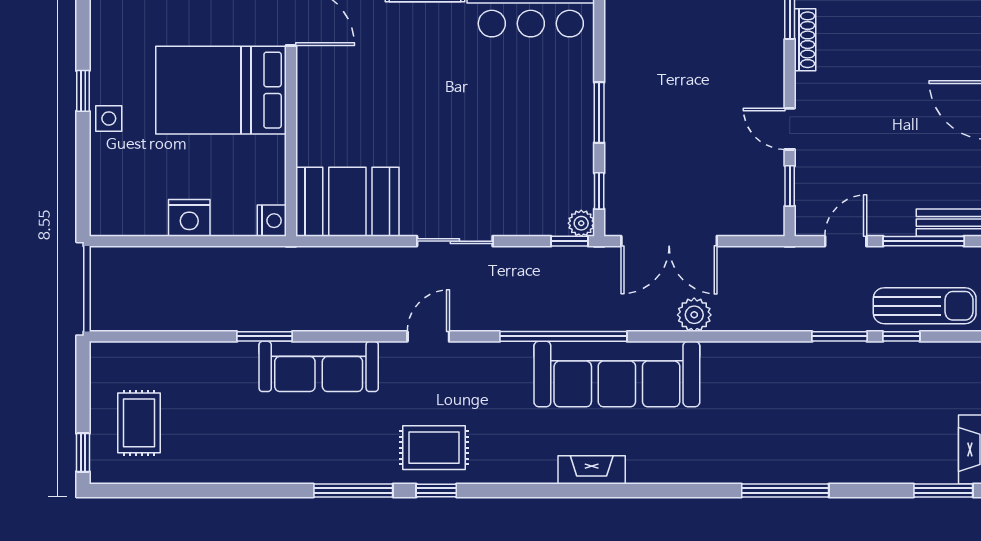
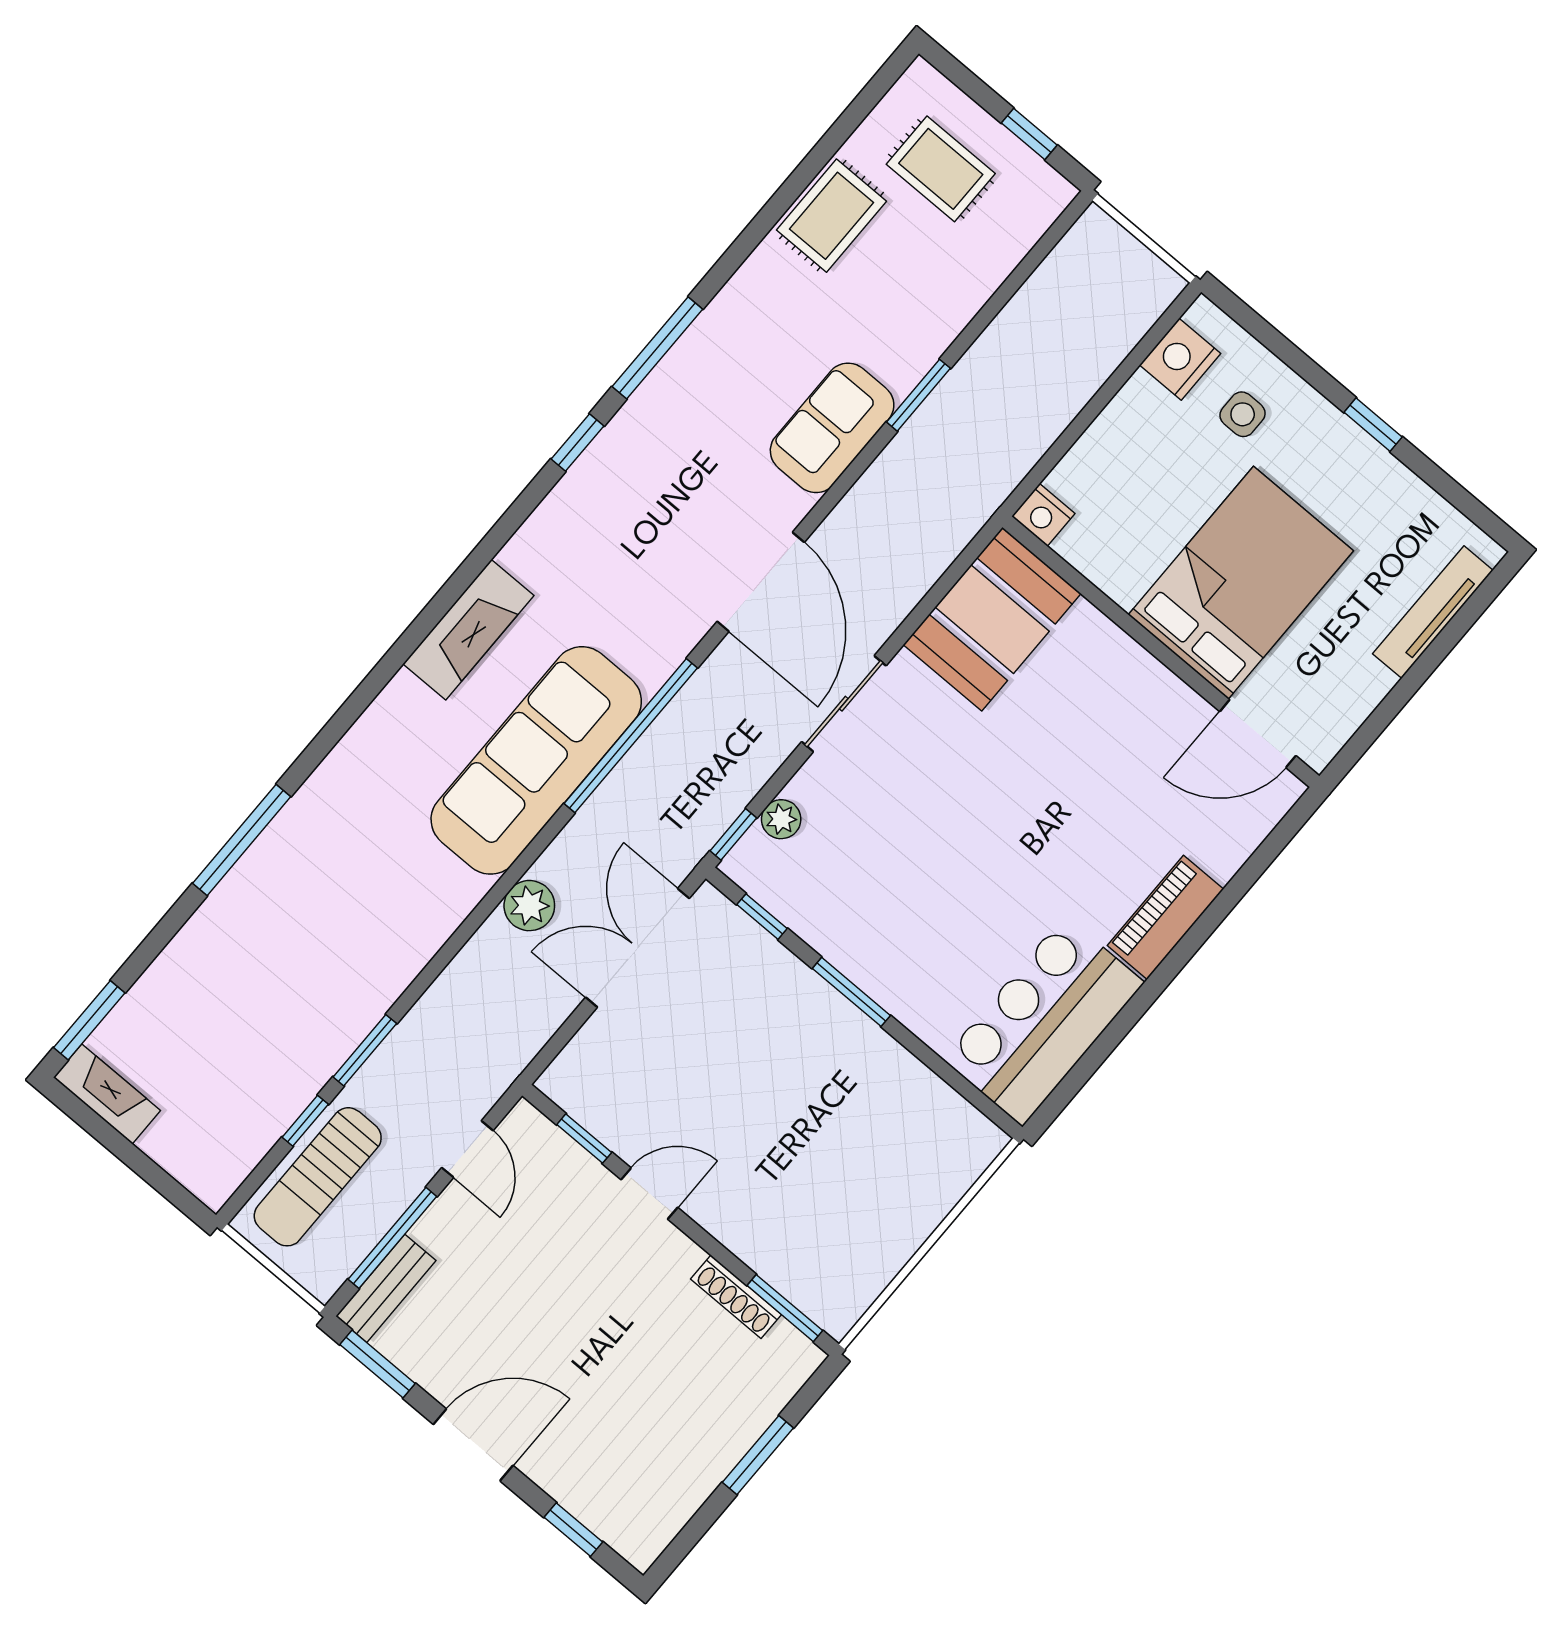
side table: (109, 118) -> (1243, 414), moved
nightstand: (189, 218) -> (1180, 359), moved
plant: (581, 223) -> (781, 819), moved
door: (428, 336) -> (761, 582), width x1.87
sofa: (319, 366) -> (832, 428), width x0.73
rug: (434, 448) -> (832, 216), moved
window: (83, 453) -> (1029, 134), moved
fireplace: (592, 470) -> (468, 630), width x1.37, depth x1.32

